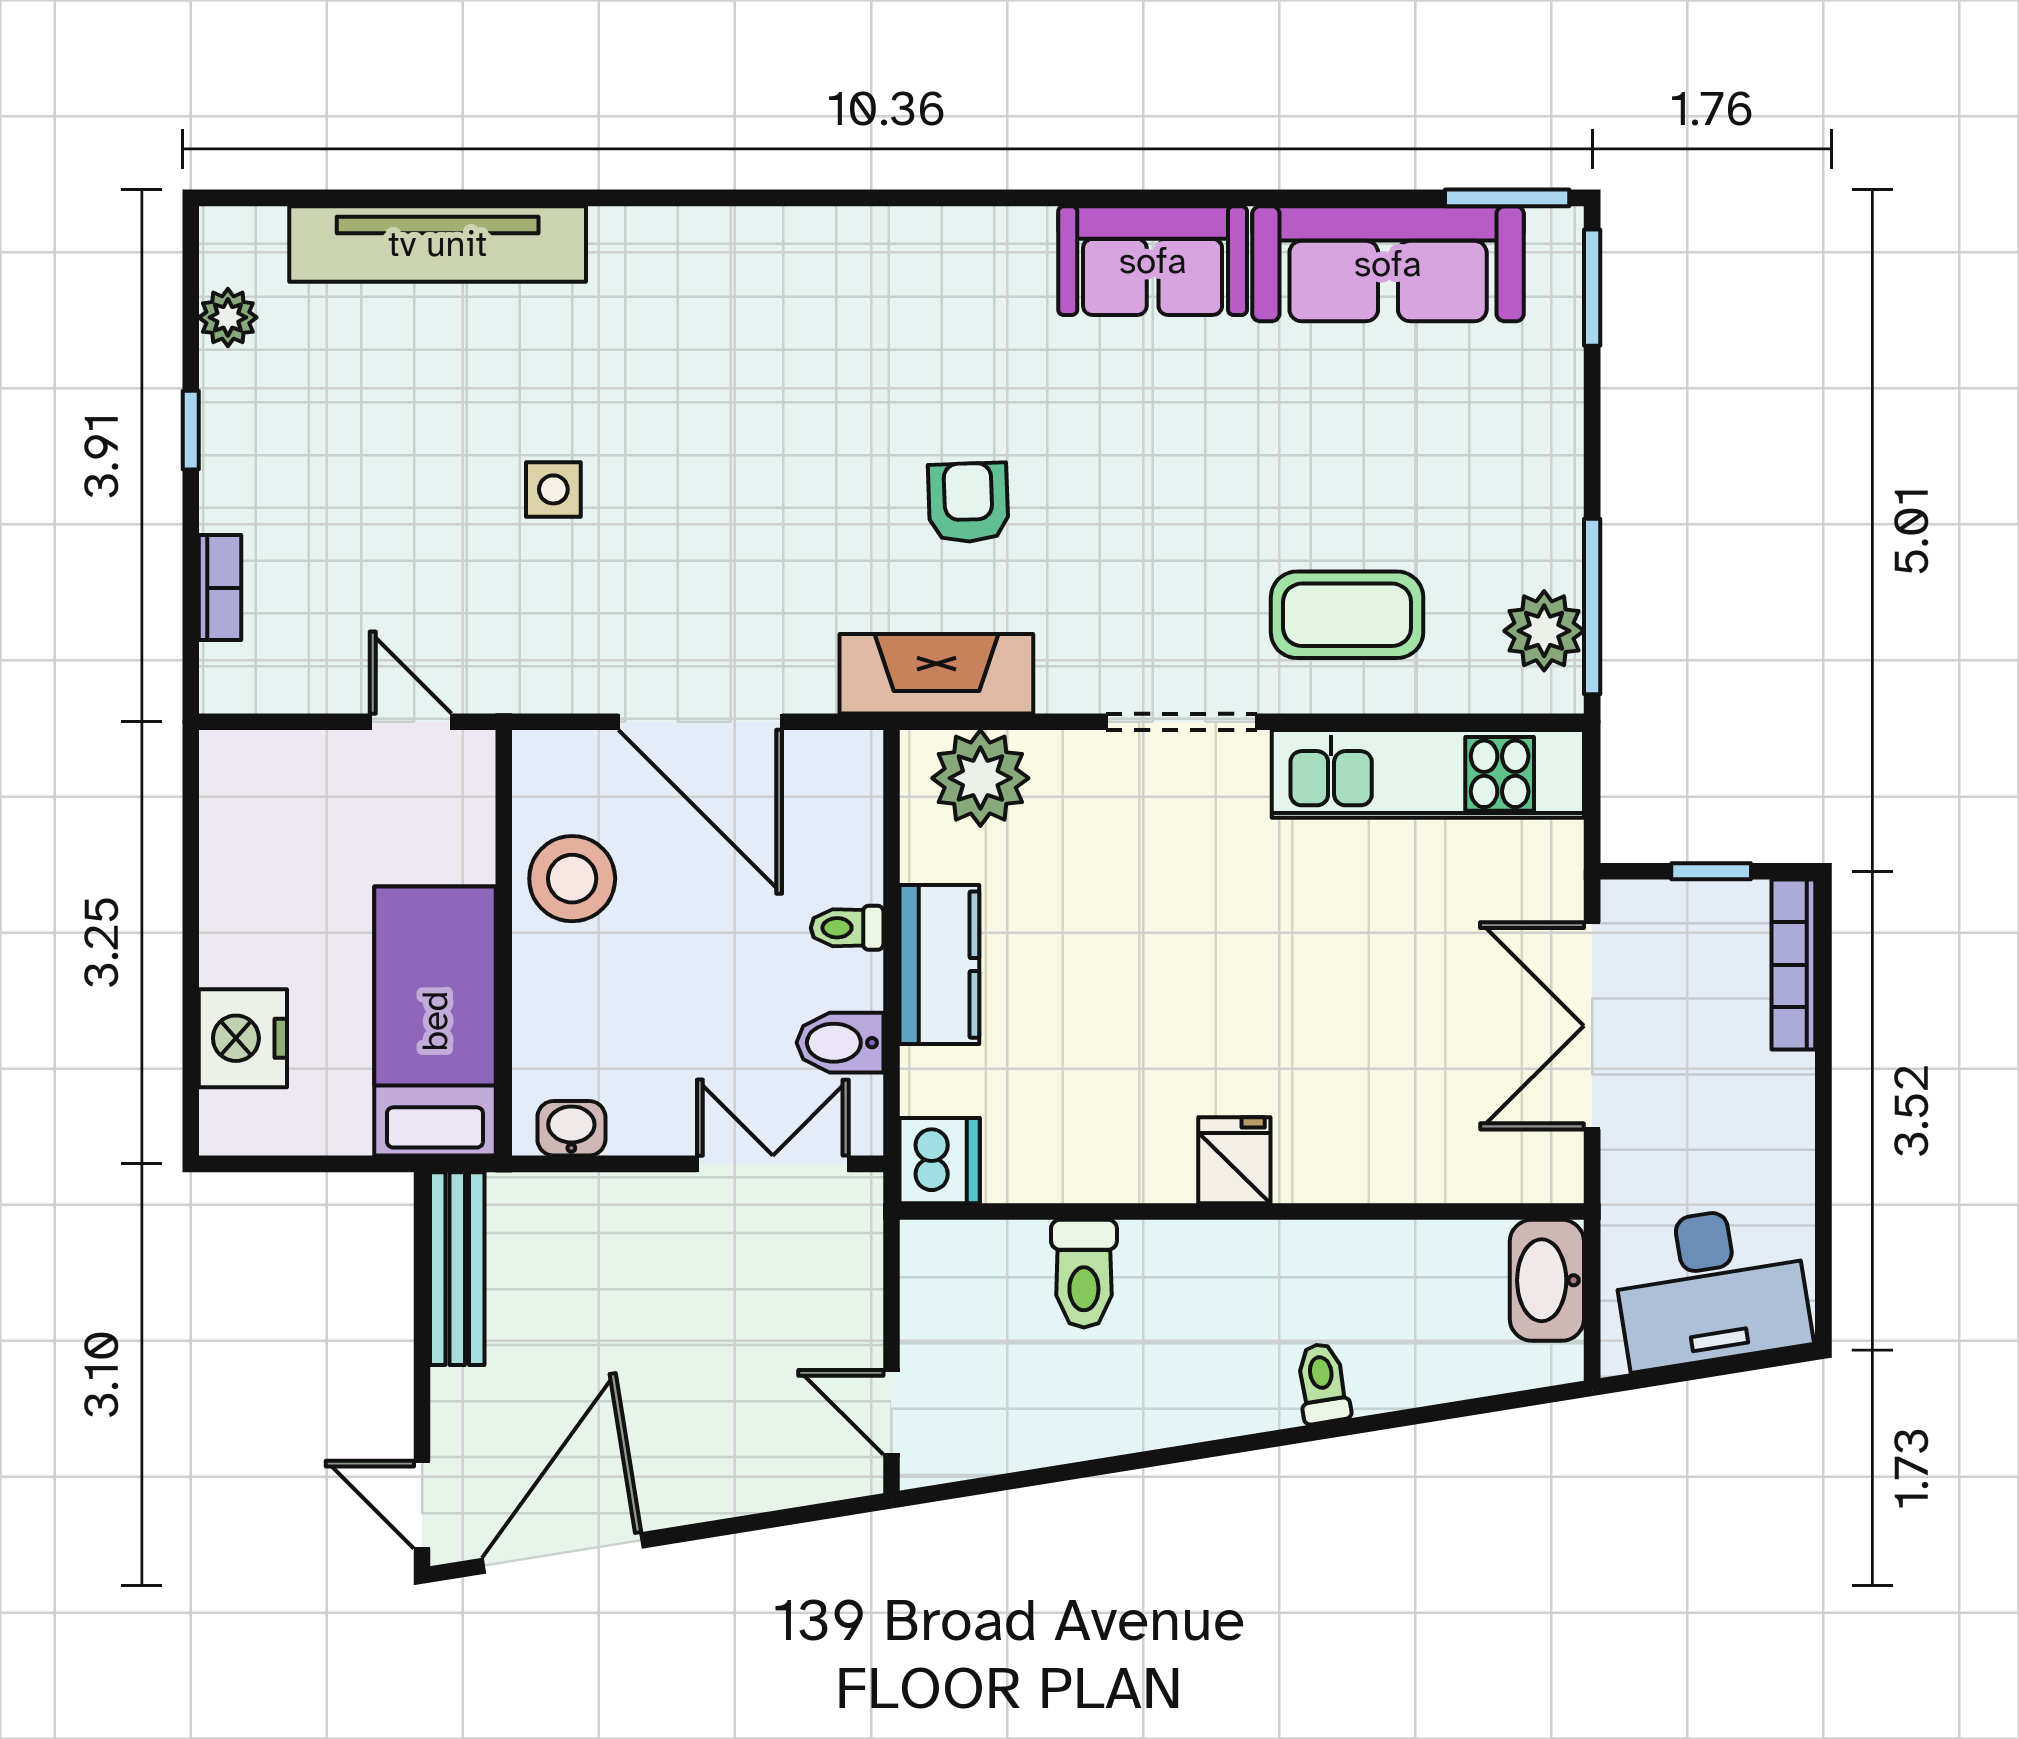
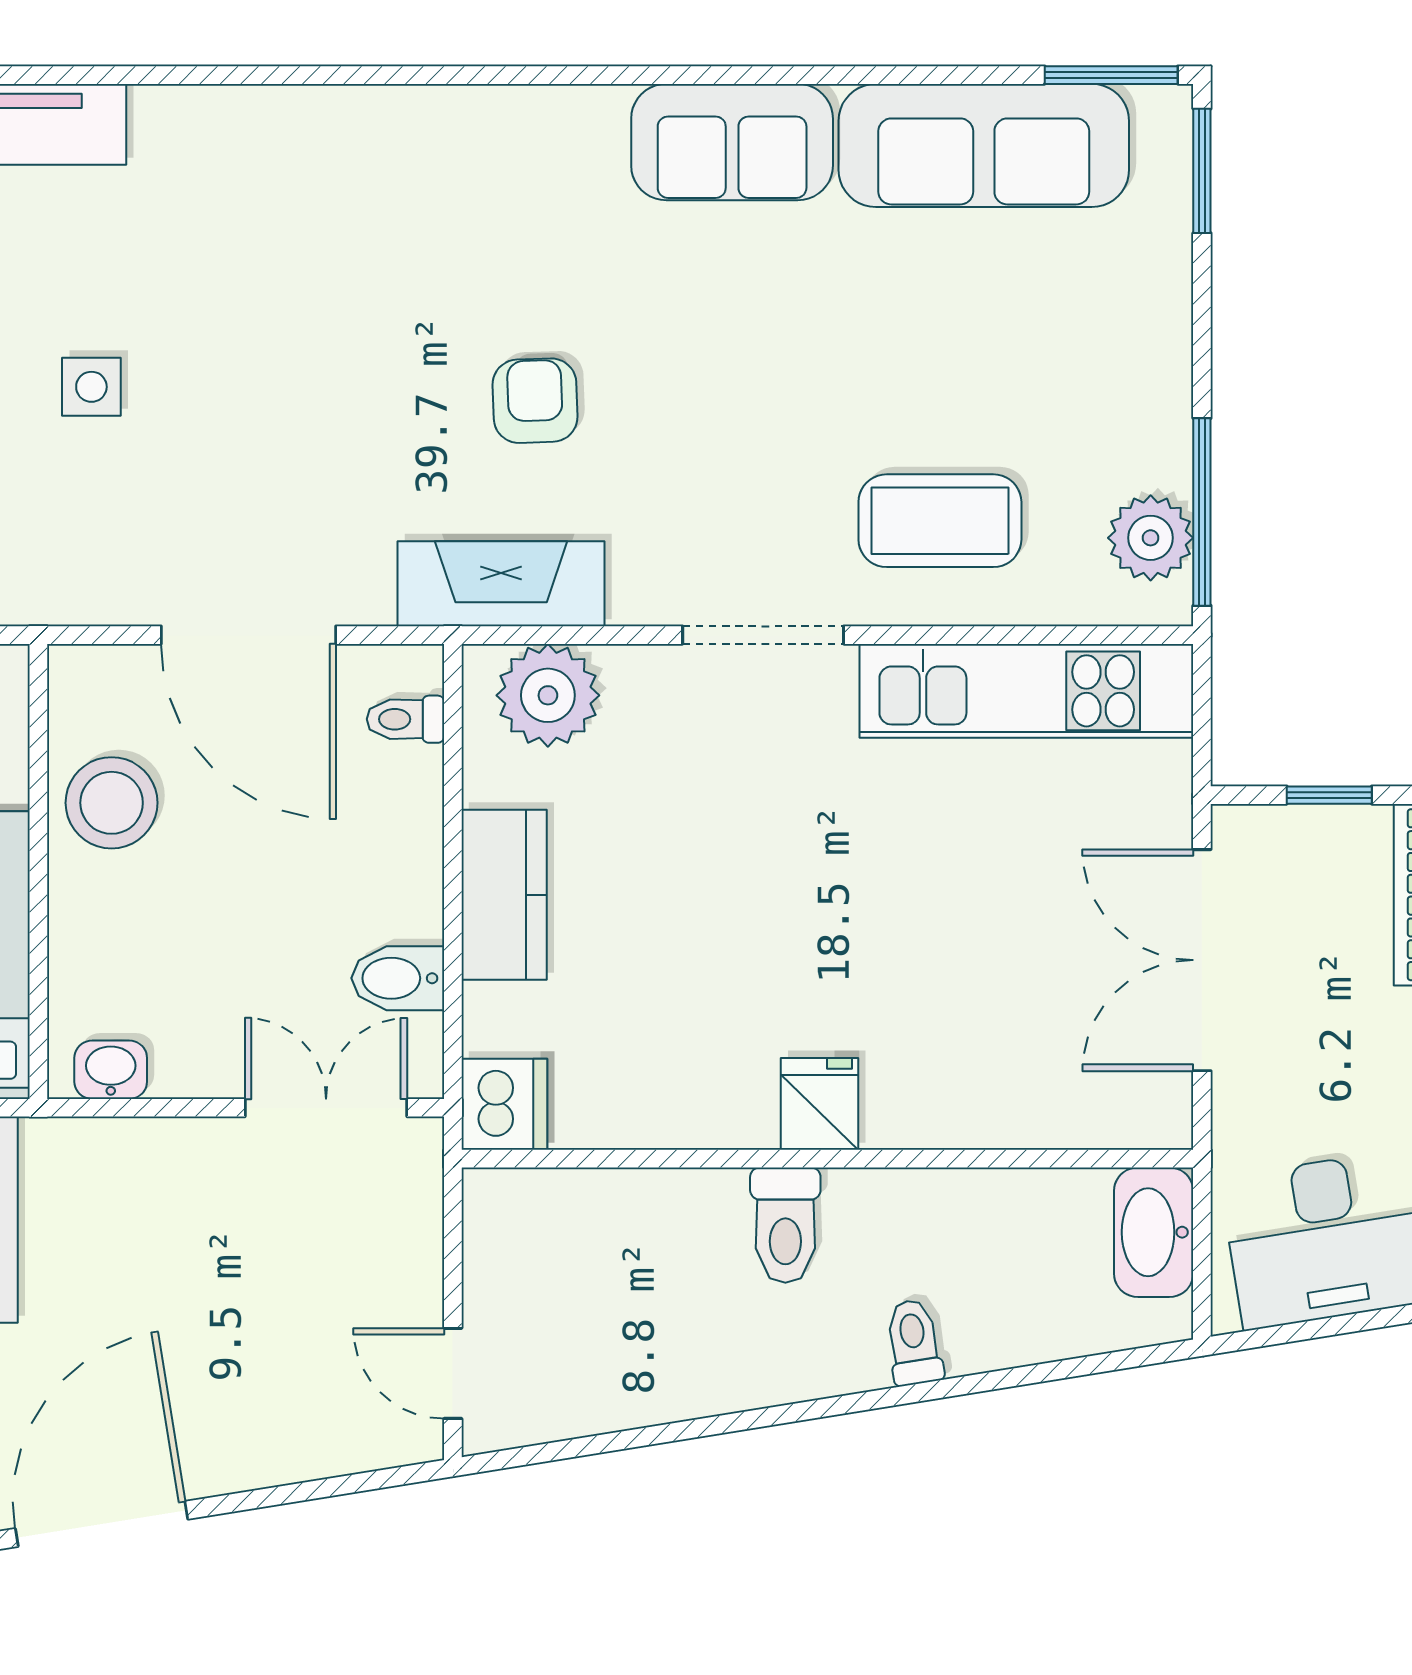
toilet: (847, 928) -> (406, 719), moved
toilet: (1084, 1274) -> (785, 1225), moved

